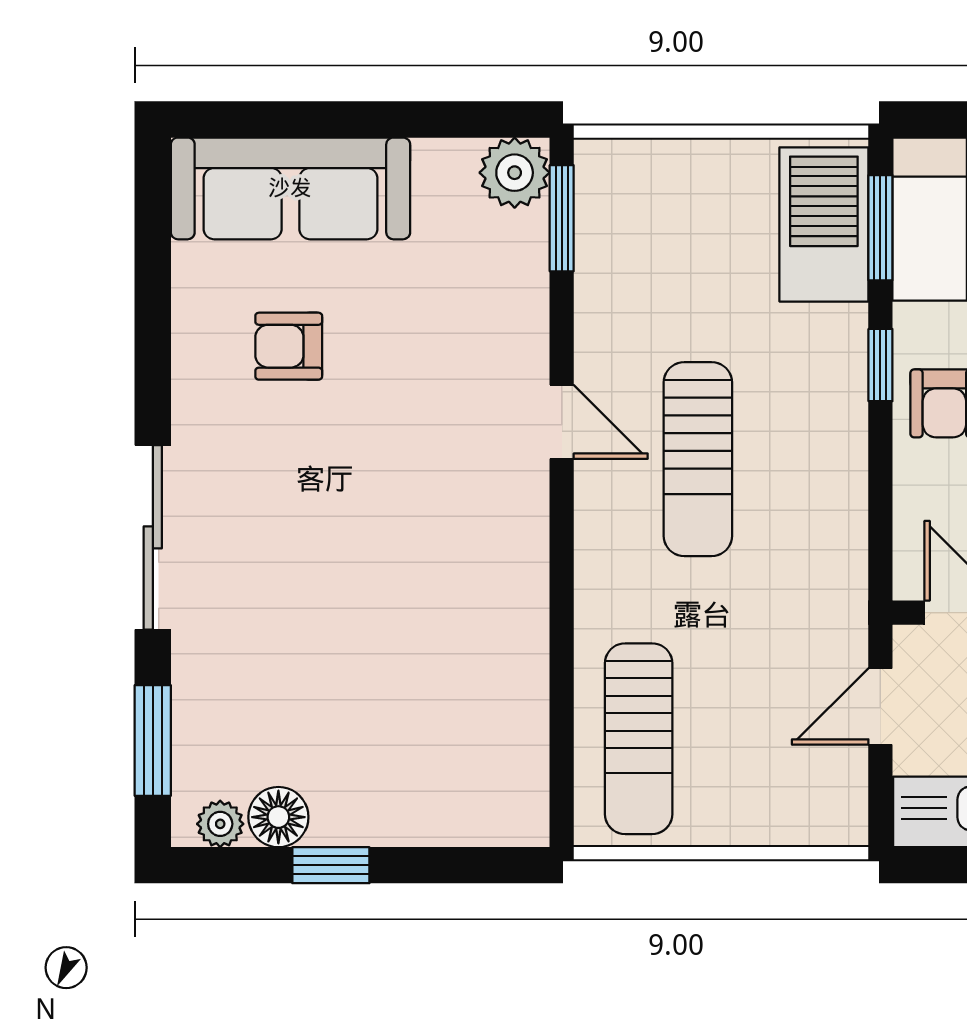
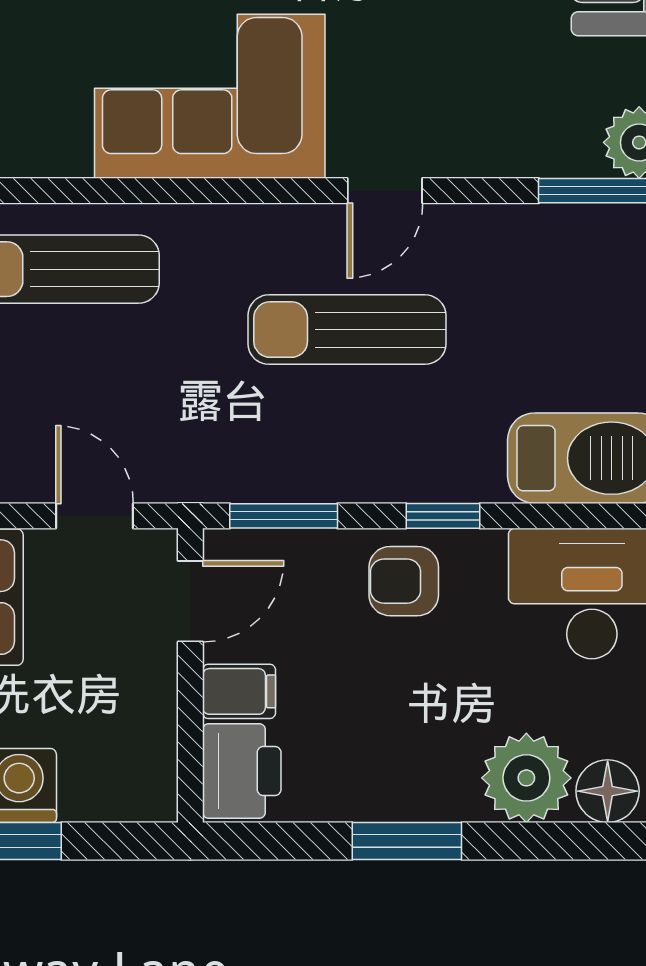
window: (880, 228) -> (284, 516), moved
corner sofa: (469, 594) -> (210, 96), added

